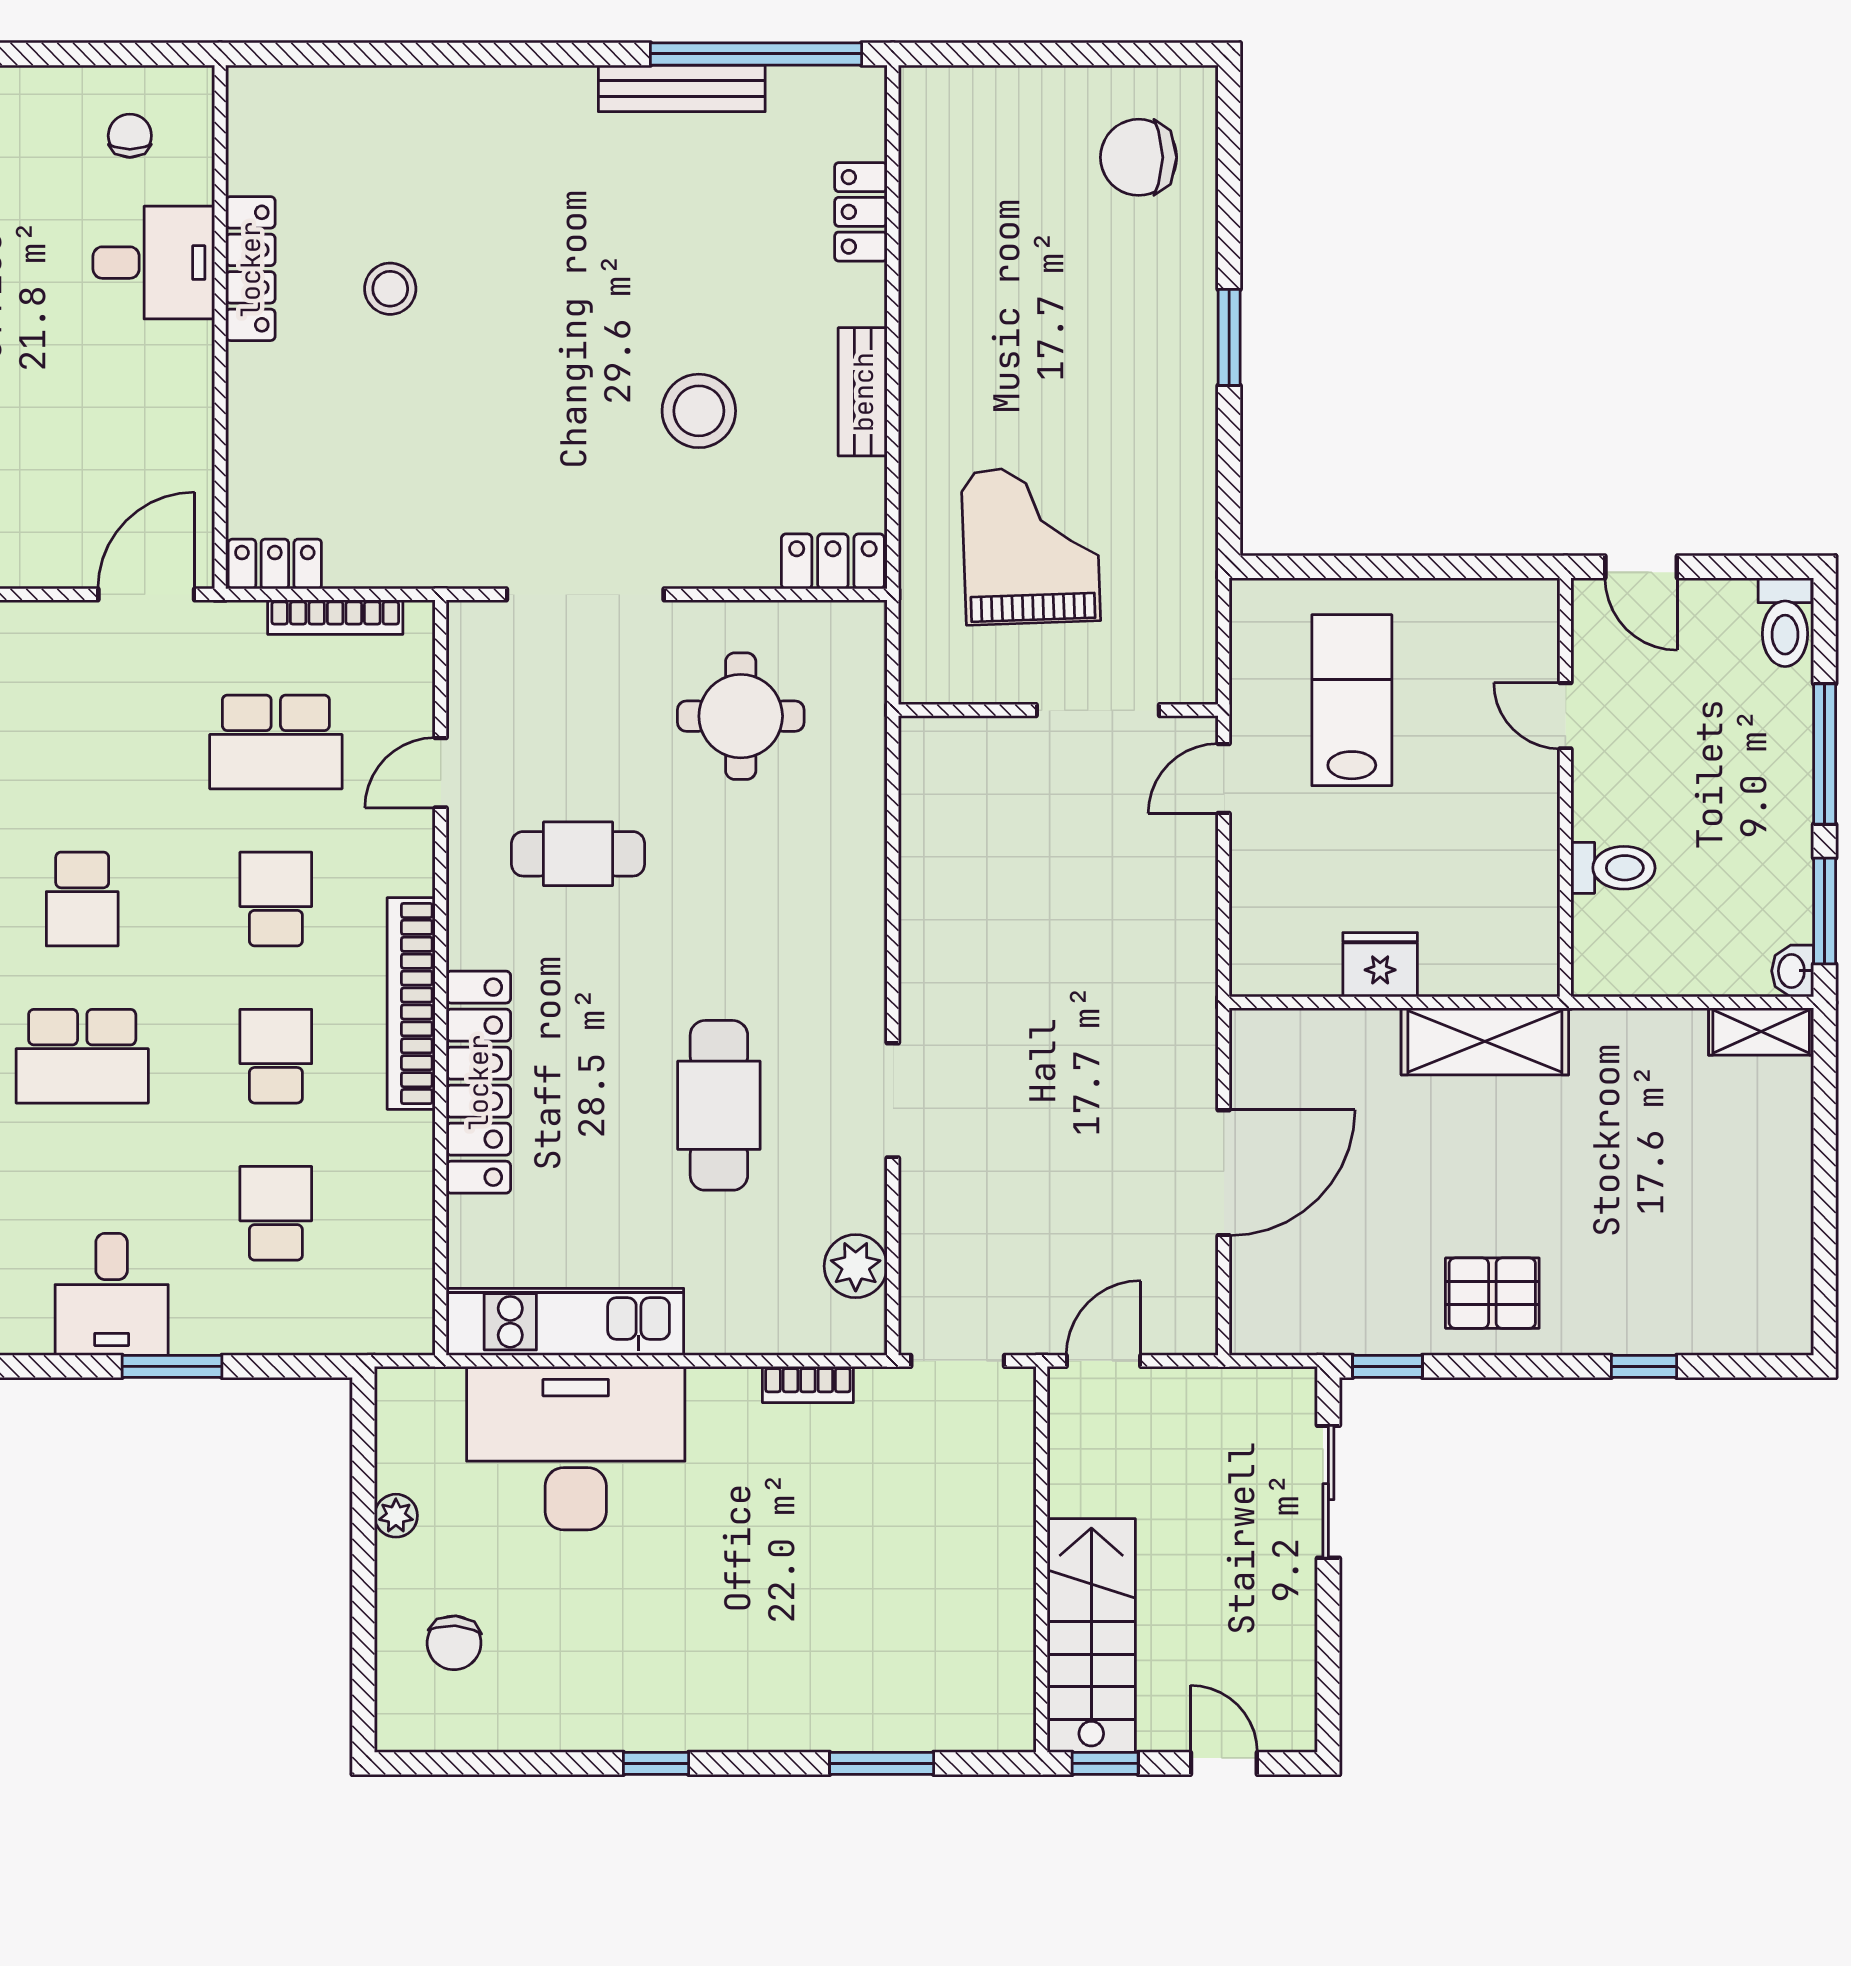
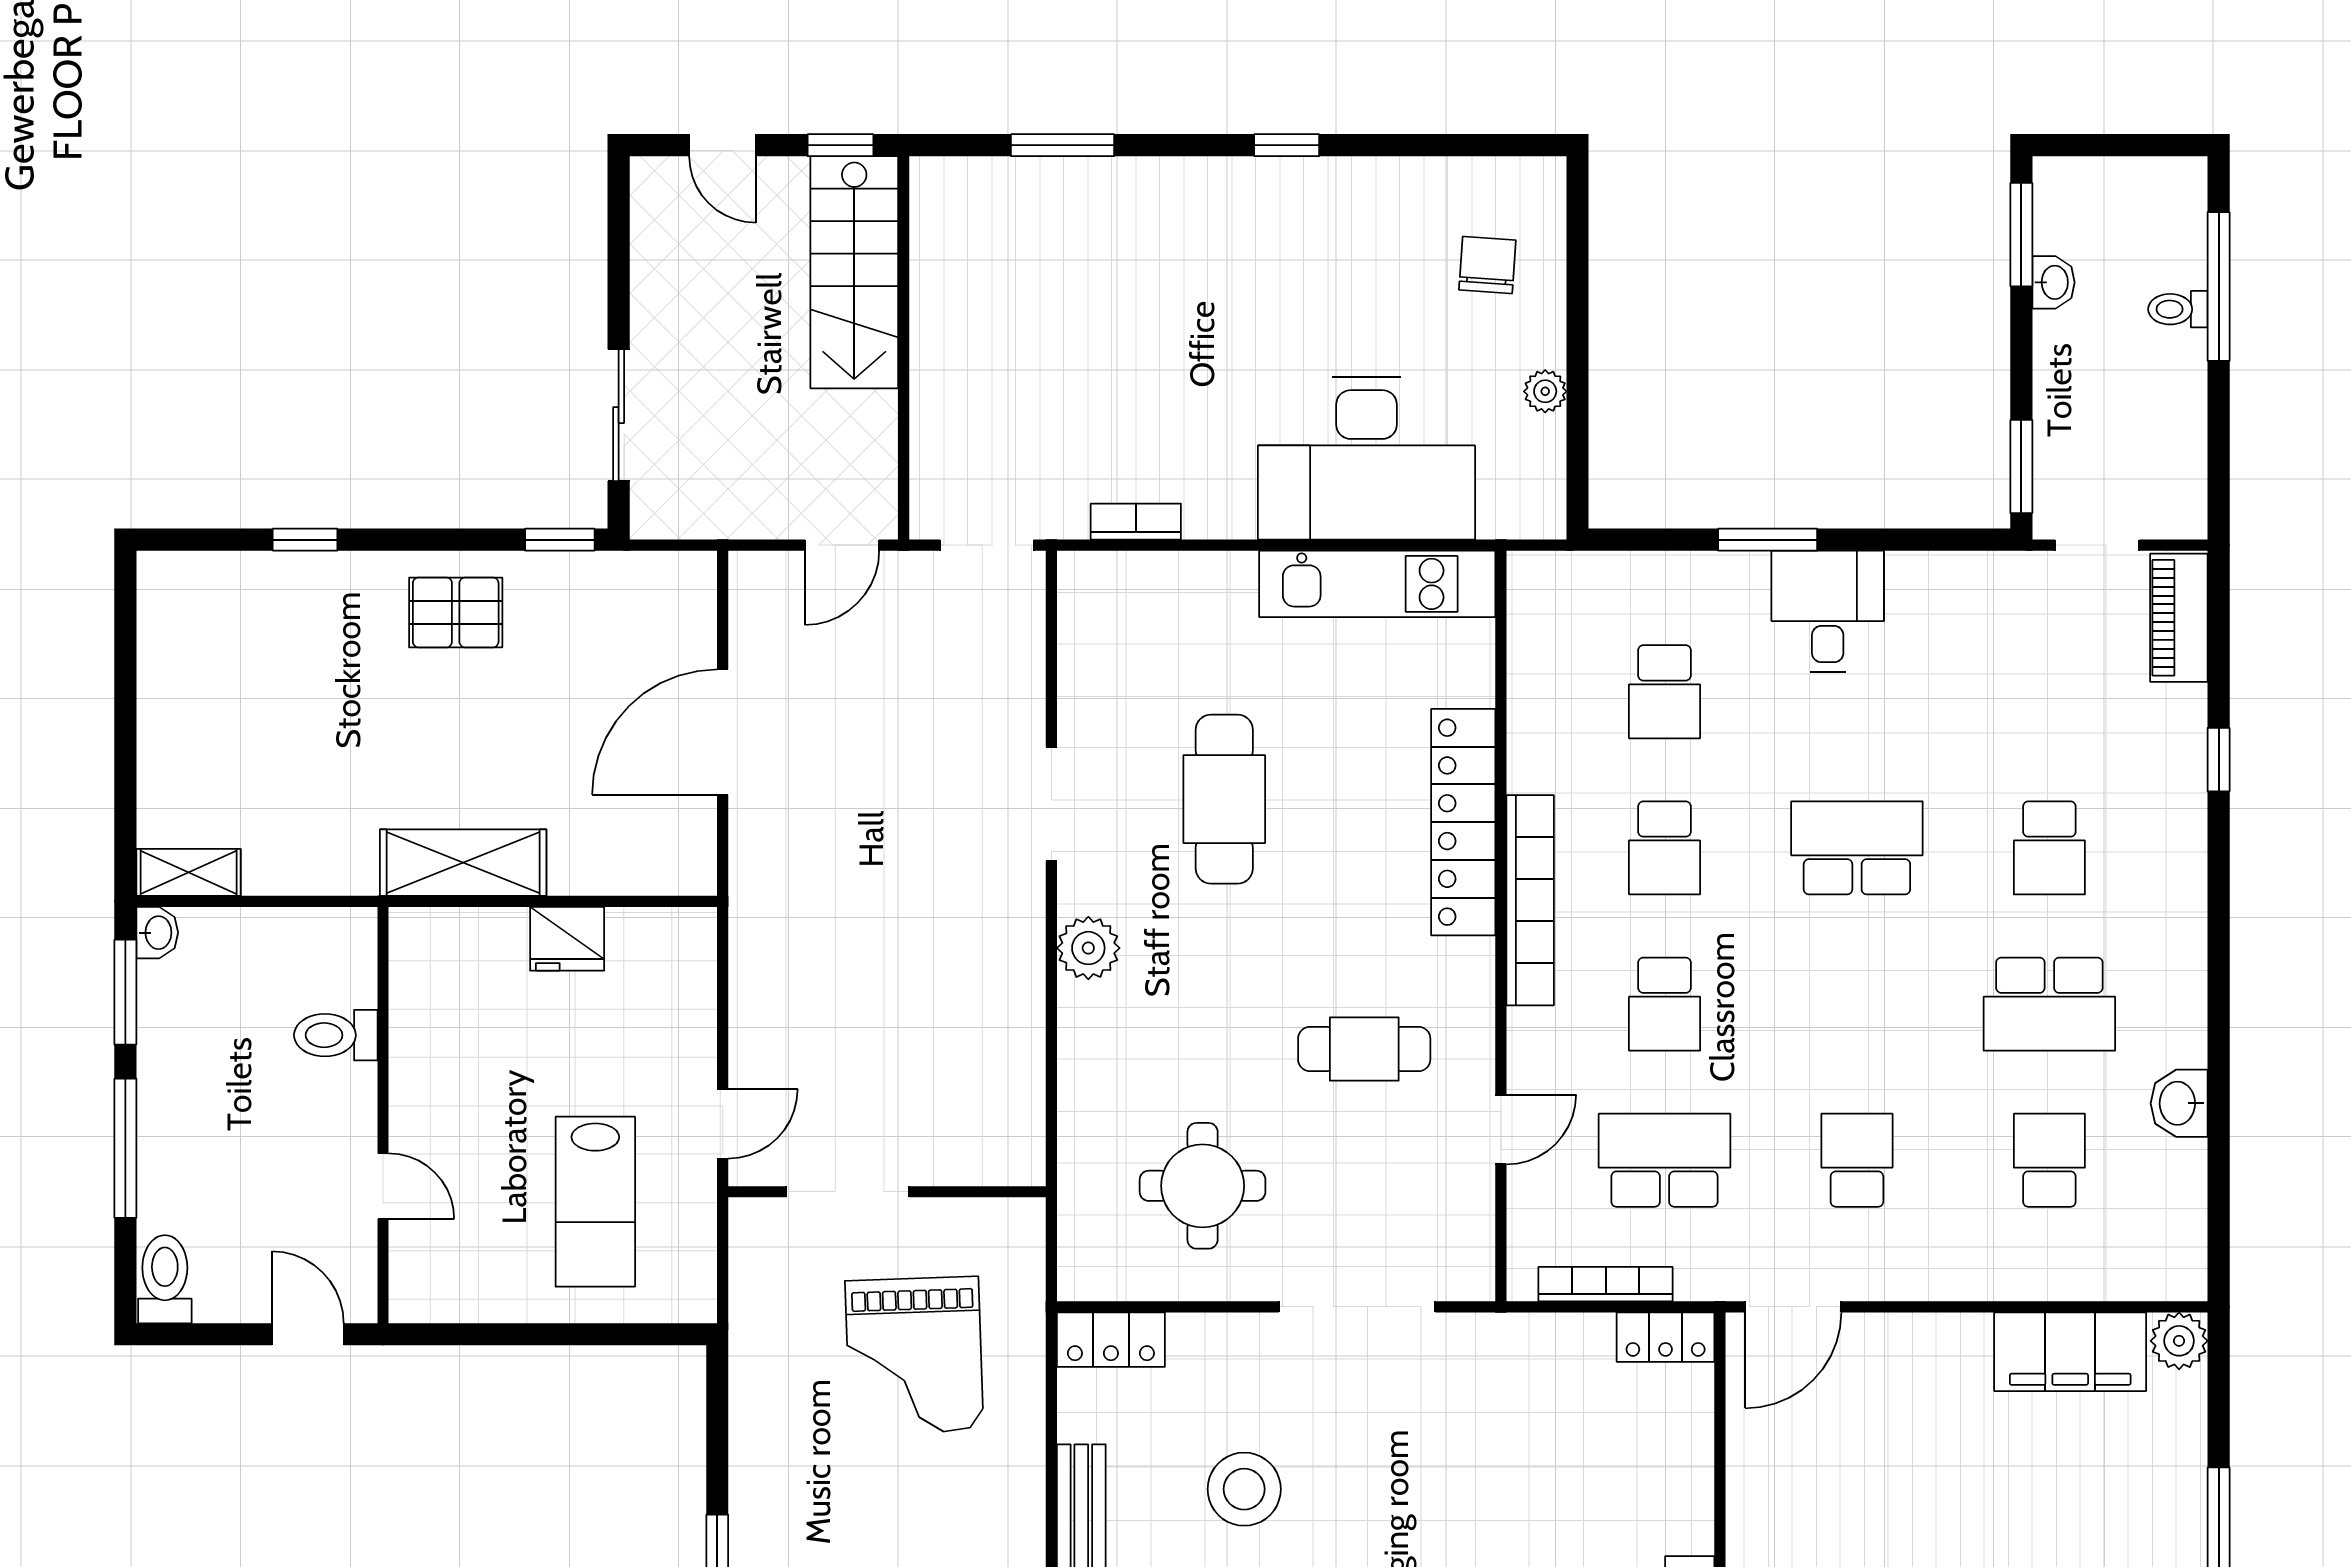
school desk: (82, 899) -> (1857, 1160), moved
plant: (856, 1266) -> (1088, 948), moved

